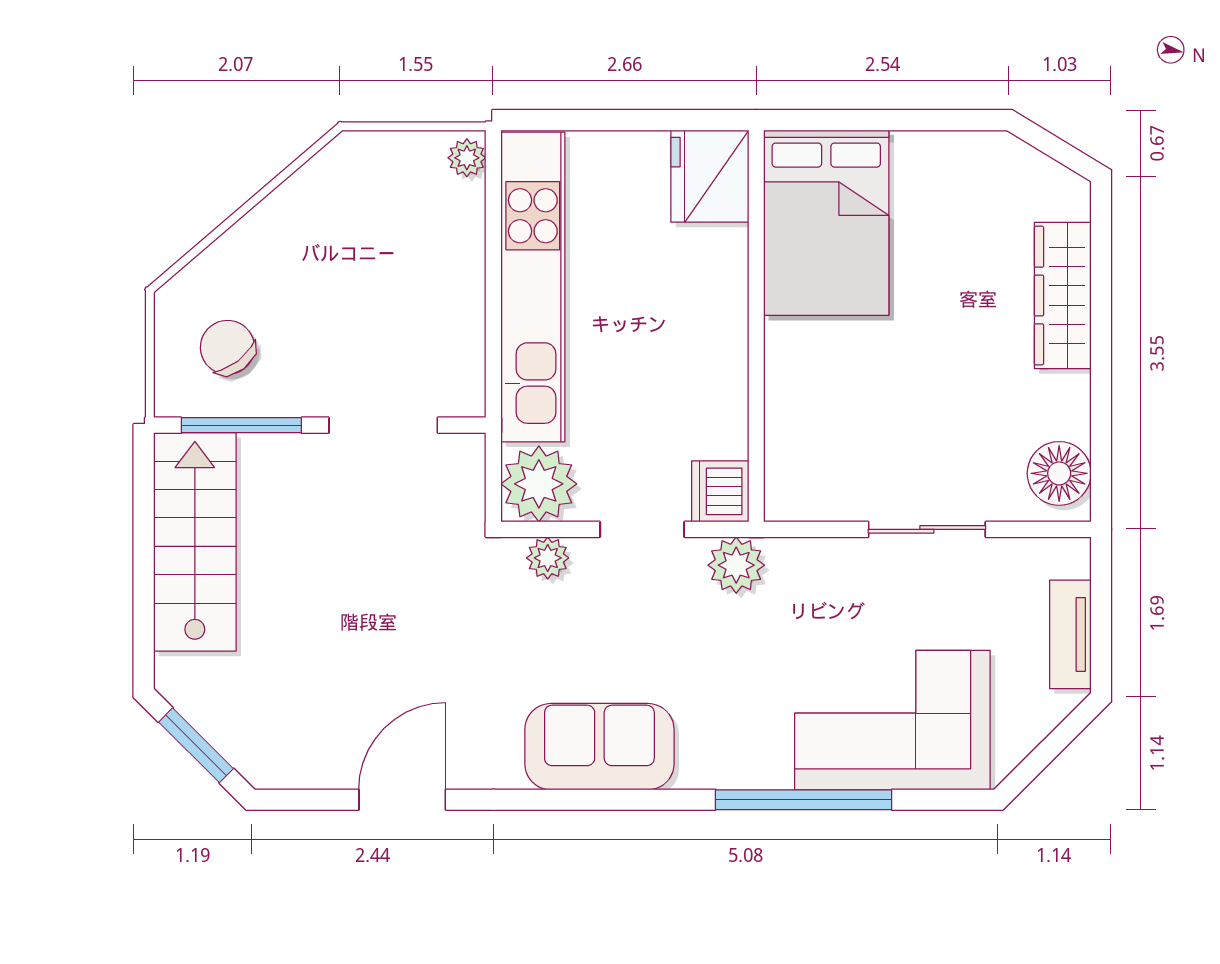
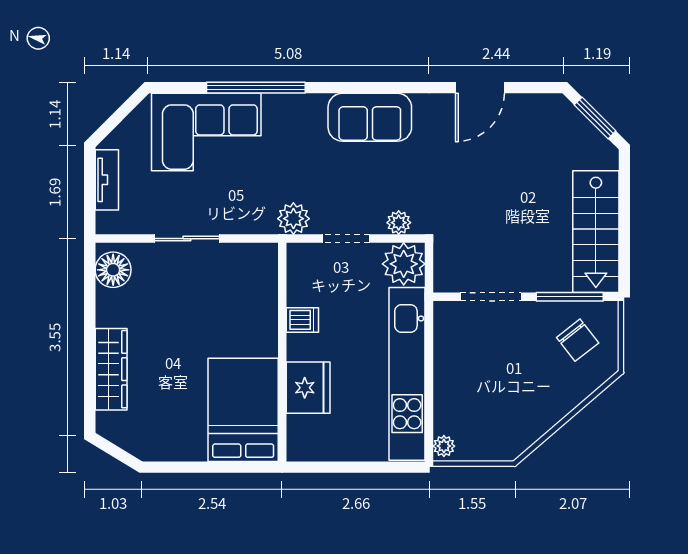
fridge: (710, 176) -> (308, 388), moved
dishwasher: (720, 491) -> (302, 320), moved, width x0.73

